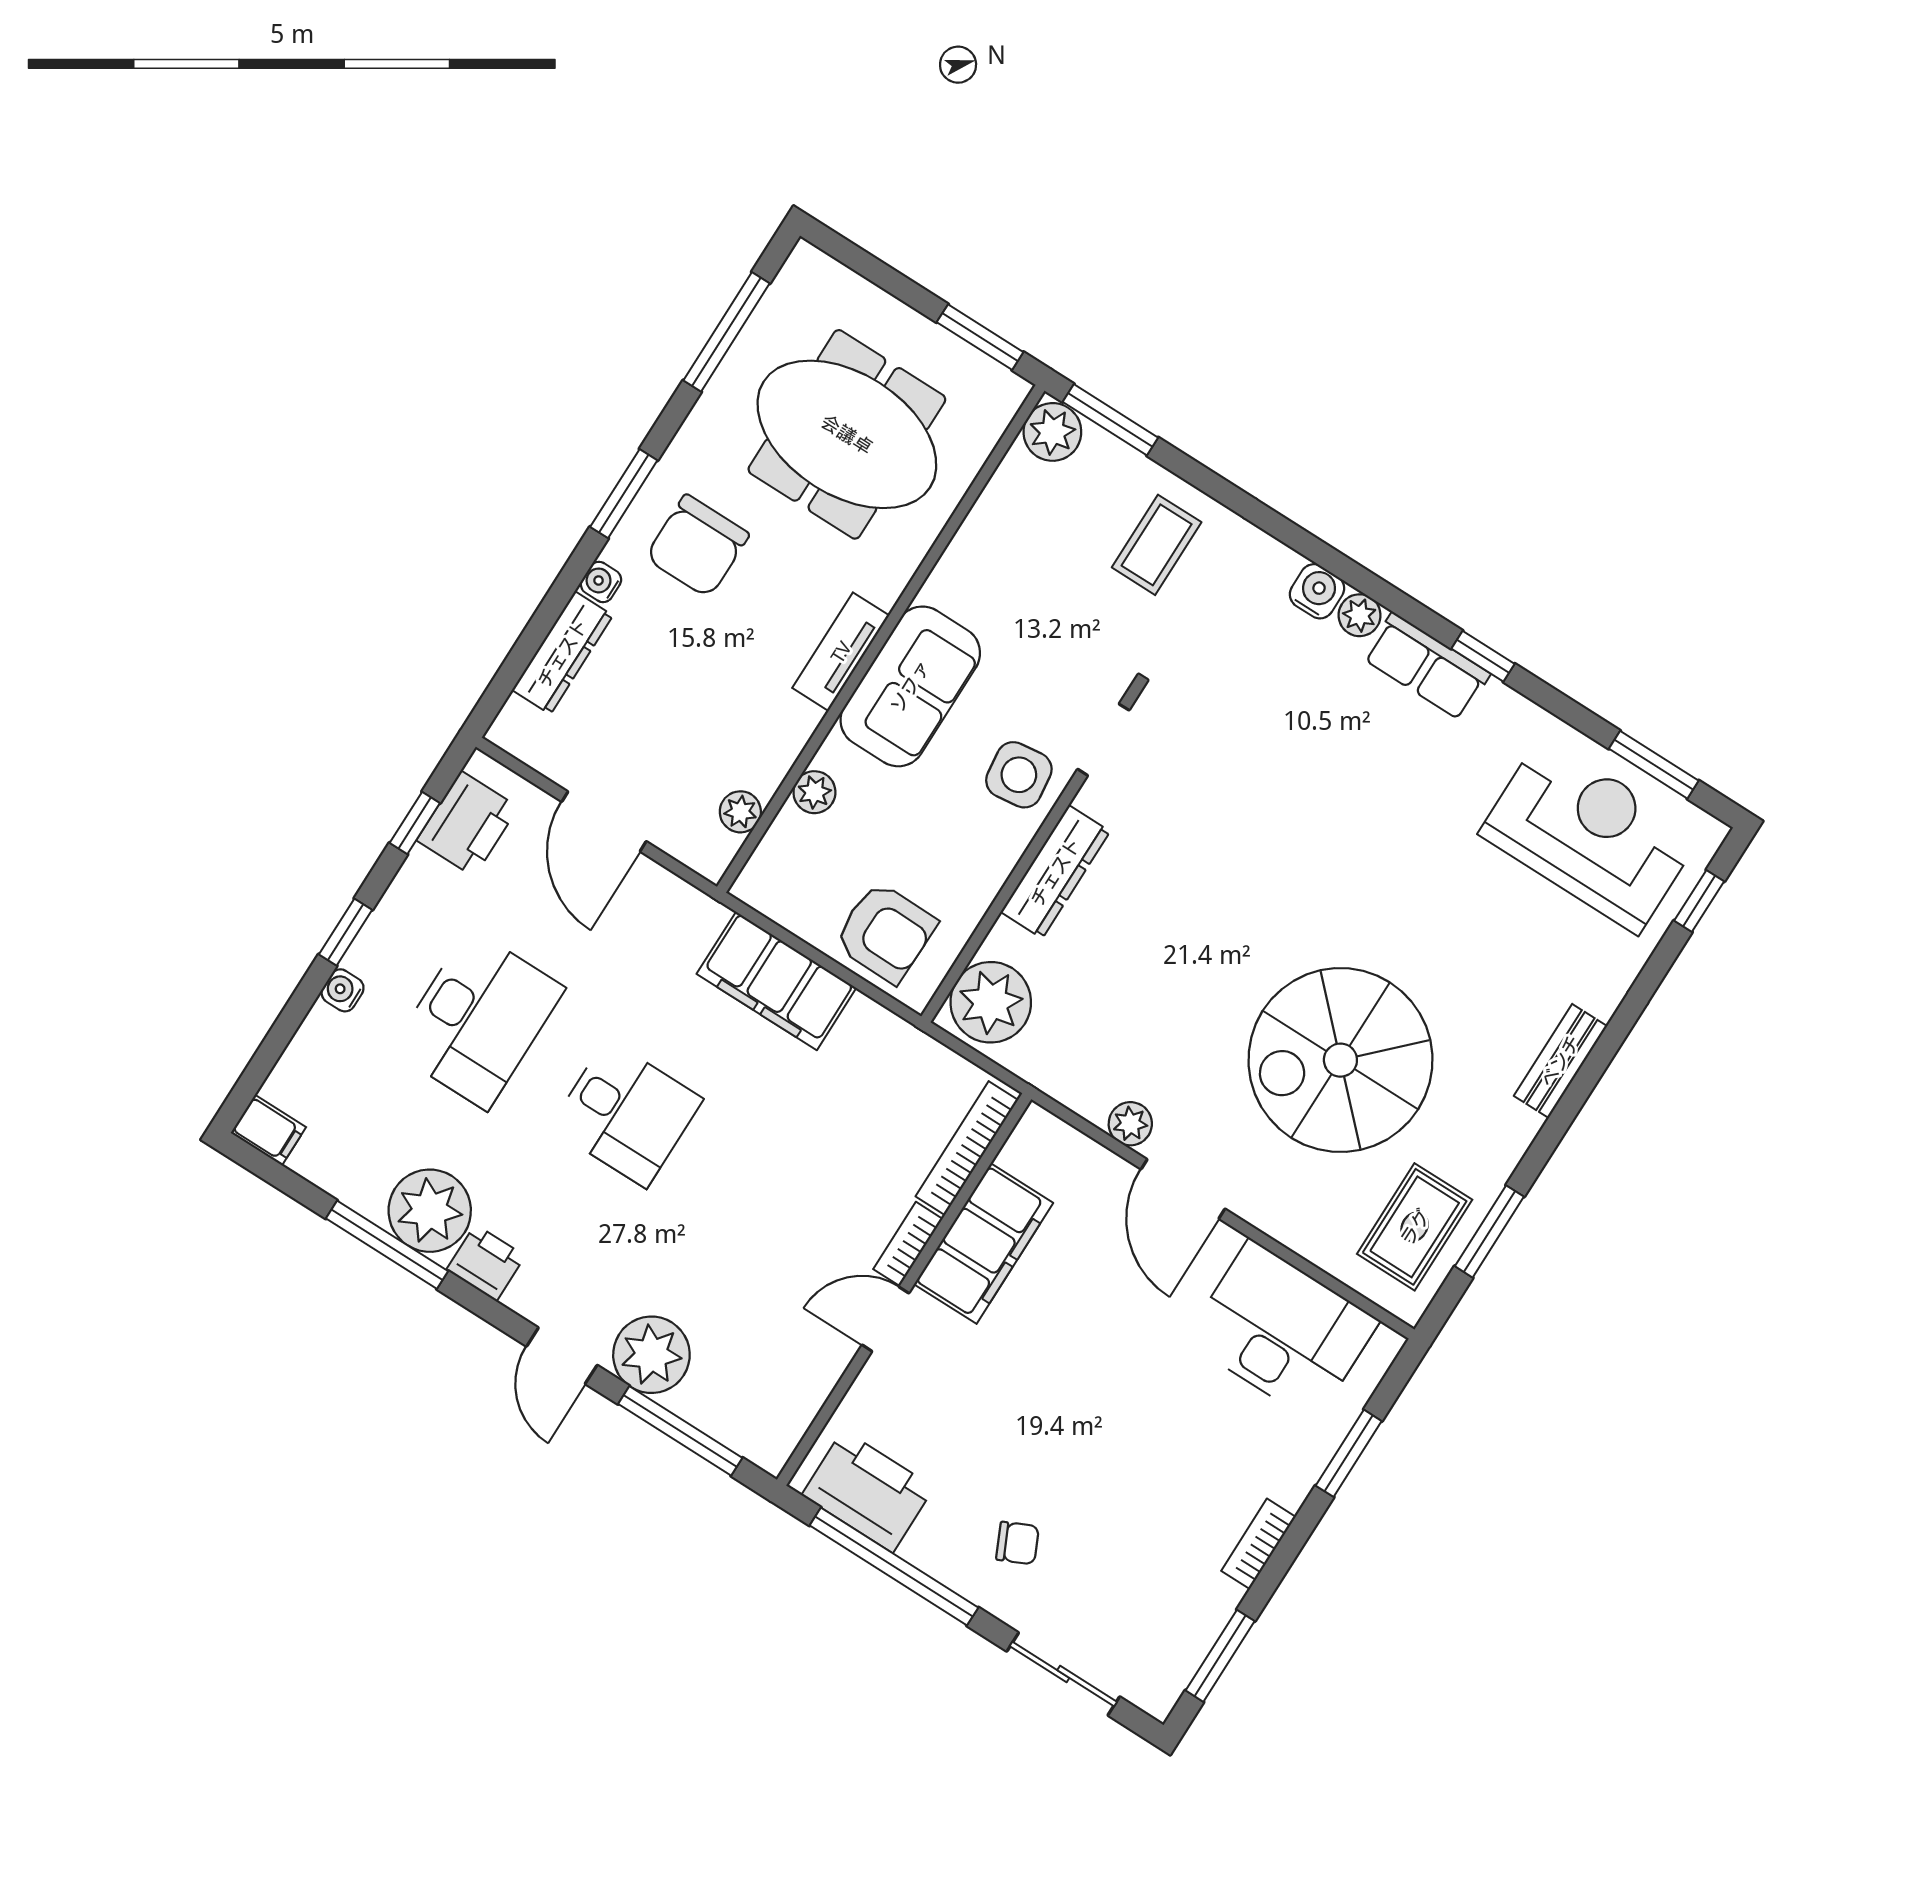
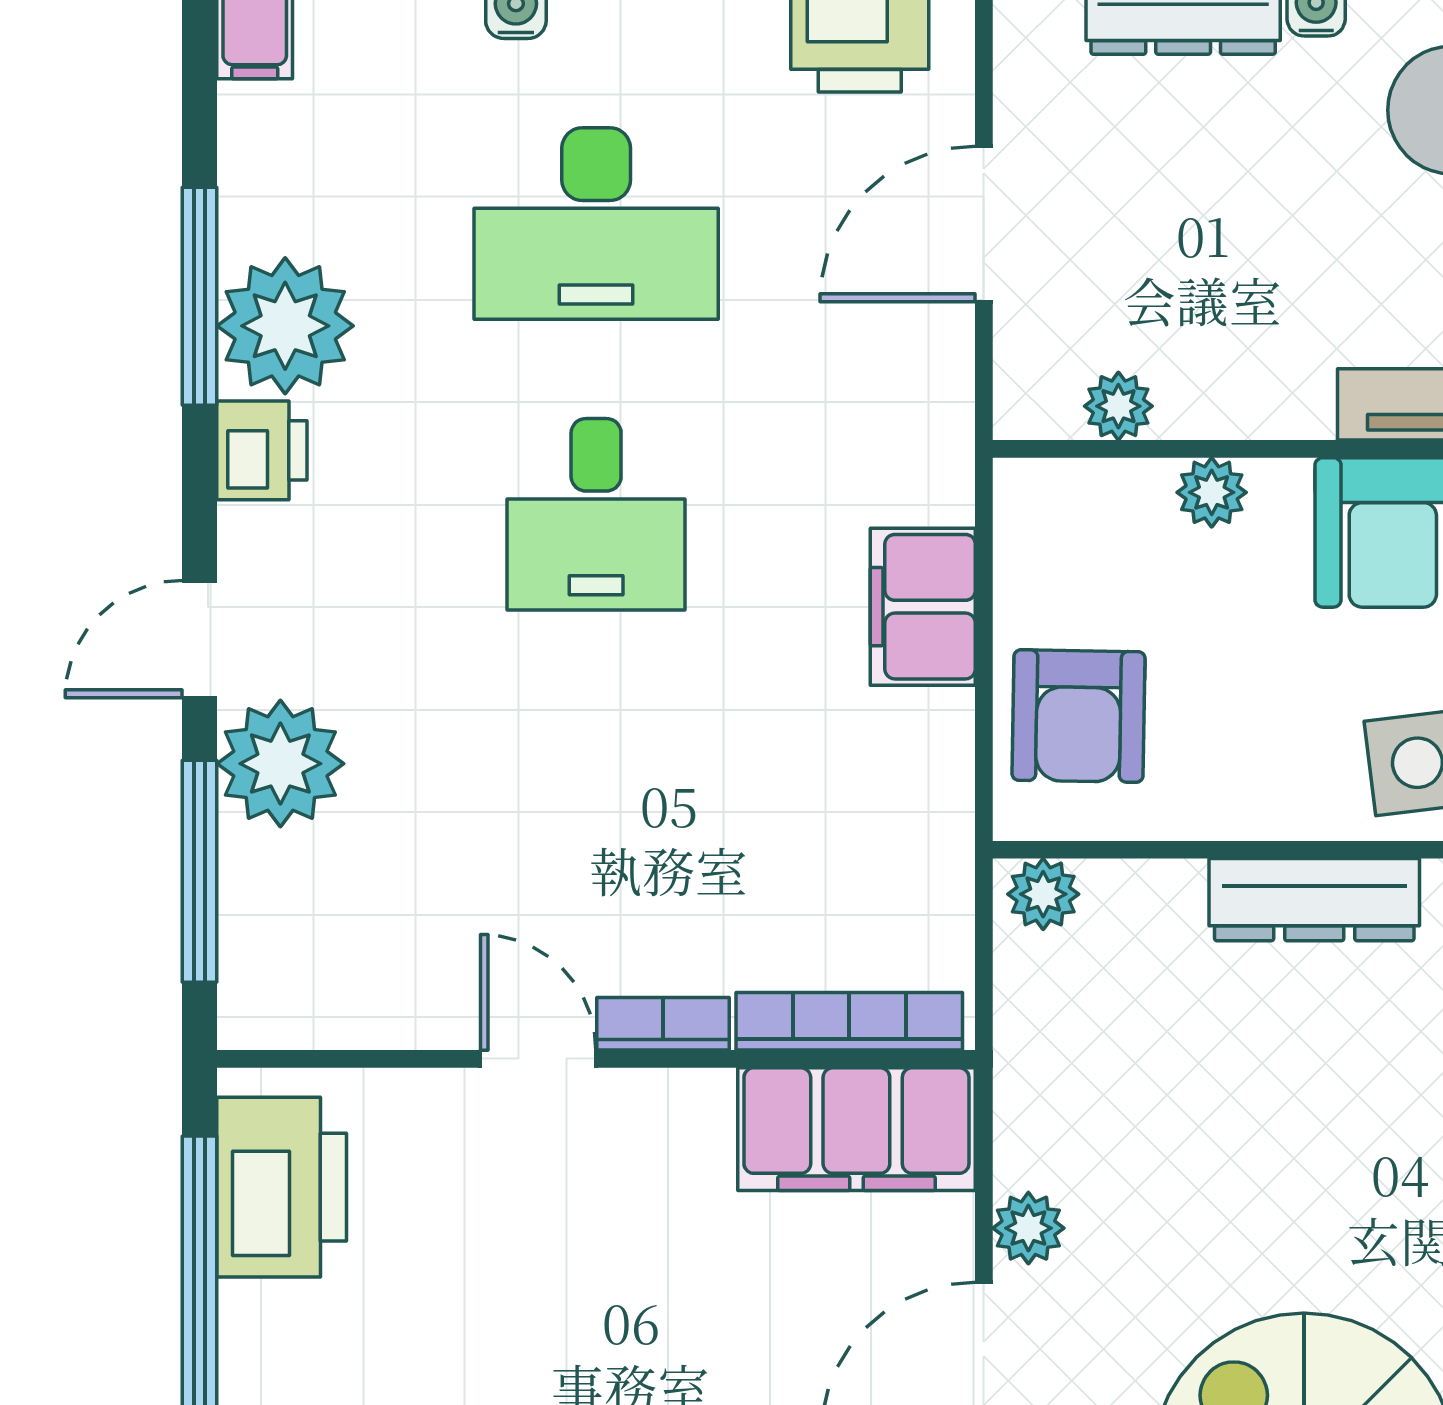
filing cabinet: (776, 981) -> (923, 607), width x0.67, depth x0.86
plant: (991, 1002) -> (1043, 894), width x0.53, depth x0.53
filing cabinet: (984, 1244) -> (856, 1129), moved

